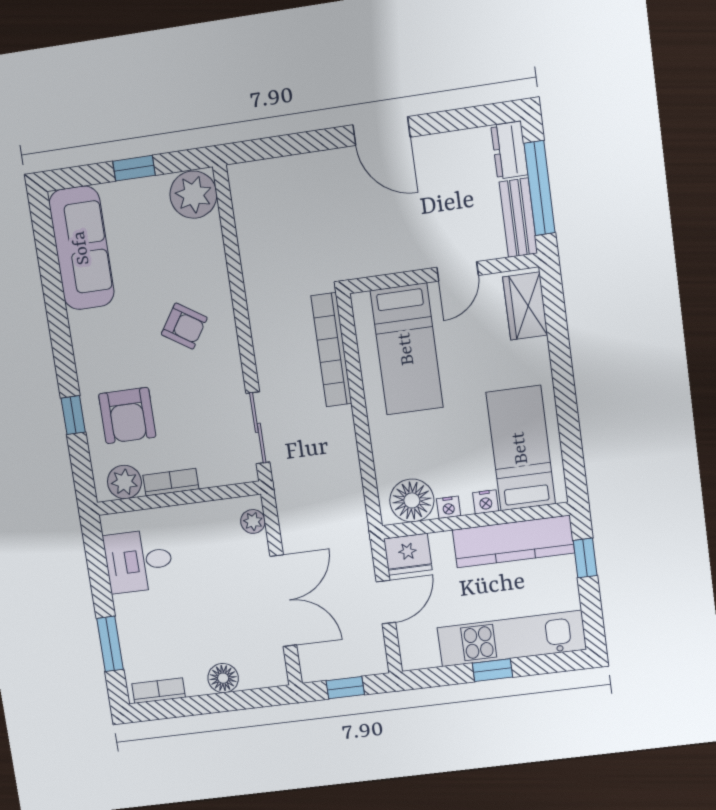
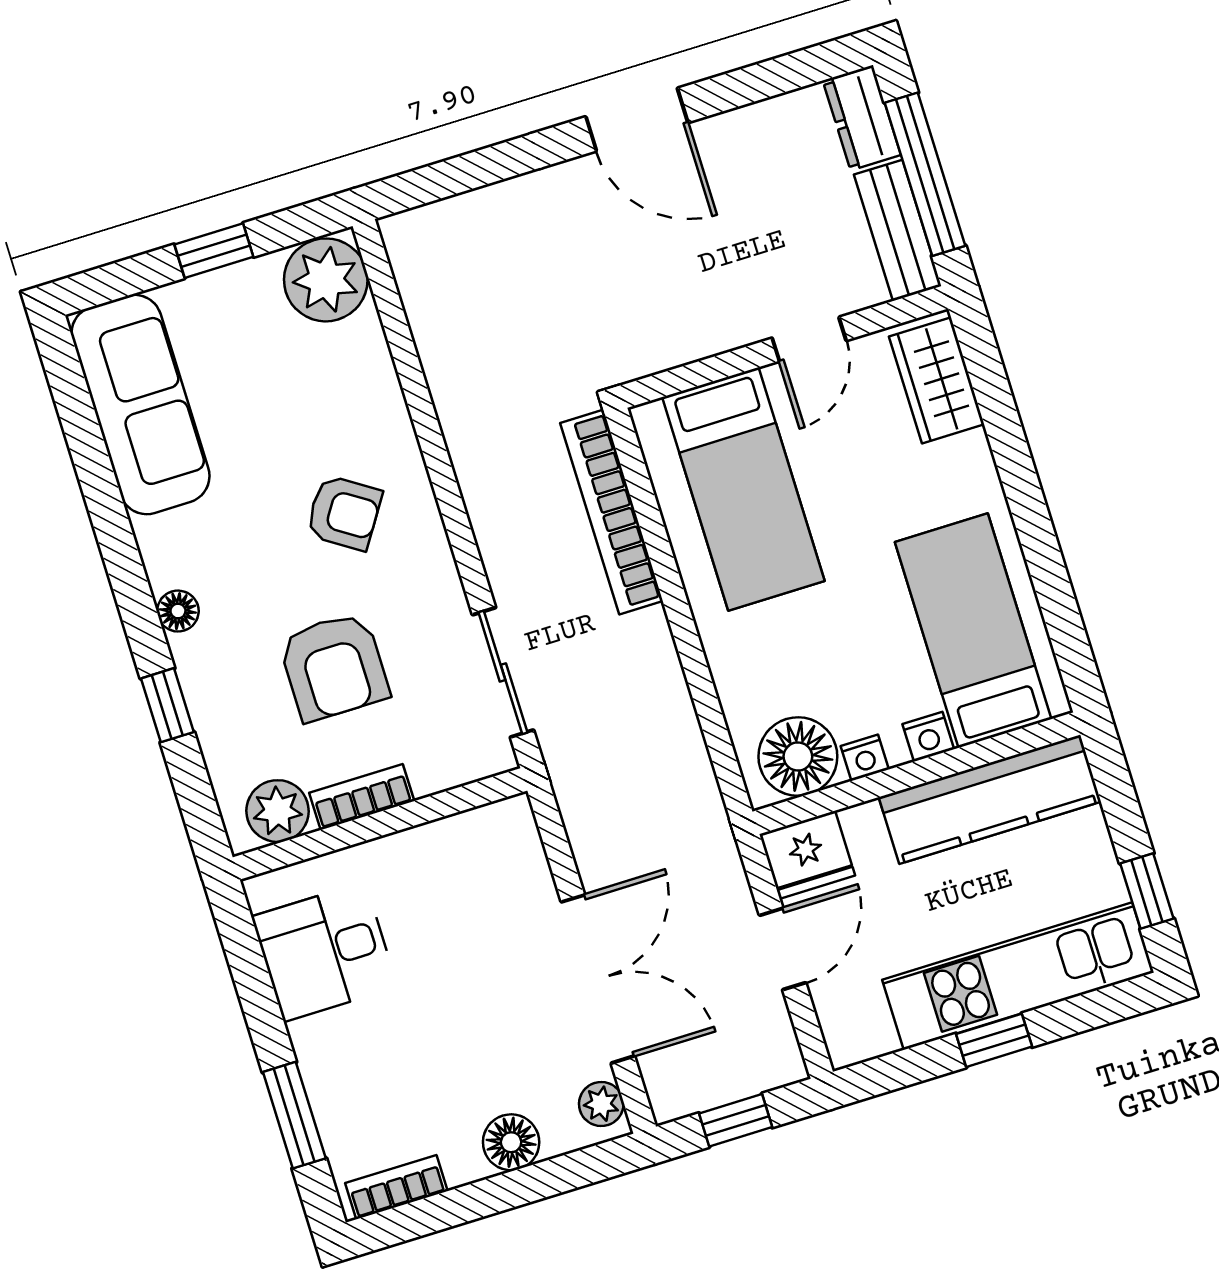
floor lamp: (86, 365) -> (178, 611), added
armchair: (127, 415) -> (334, 667), moved
plant: (253, 521) -> (601, 1104), moved
window: (585, 558) -> (1147, 891), moved

